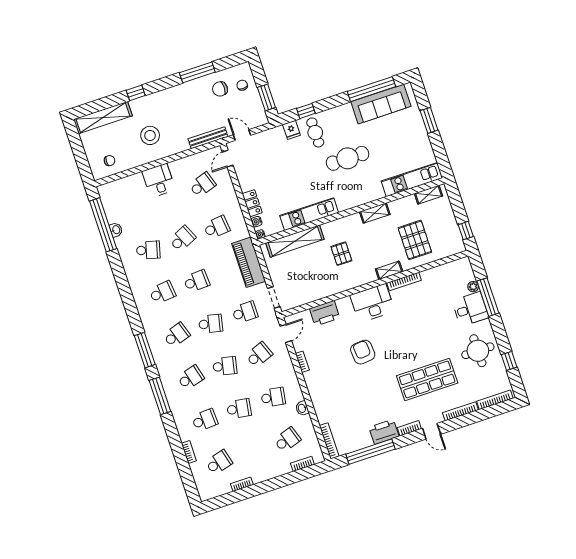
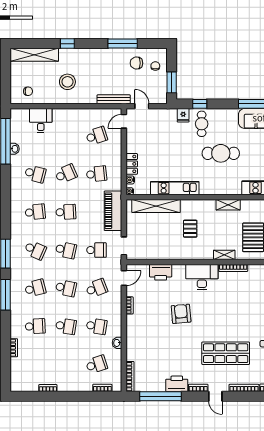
desk: (159, 180) -> (41, 120), moved
school desk: (176, 335) -> (35, 250), turned 42
school desk: (219, 462) -> (35, 364), removed

